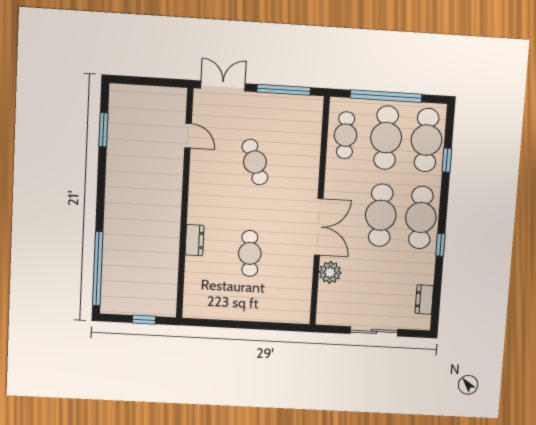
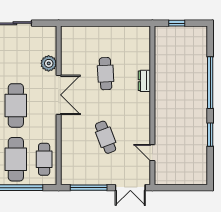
window: (103, 130) -> (210, 135), moved
double door: (319, 227) -> (59, 95), swing flipped
window: (98, 269) -> (210, 83), moved

